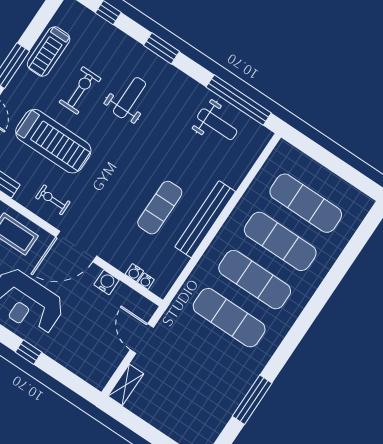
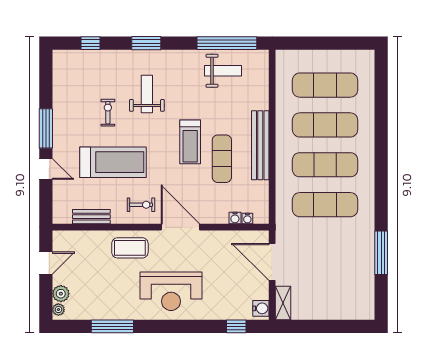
treadmill: (49, 52) -> (190, 142), moved
exercise bike: (80, 90) -> (108, 113), width x0.73, depth x0.72
exercise bike: (53, 200) -> (141, 205), turned 180
door: (76, 246) -> (180, 227), swing flipped
water cooler: (107, 282) -> (261, 308), moved, turned 90
door: (142, 339) -> (272, 262), width x1.36
window: (29, 352) -> (236, 326), moved

